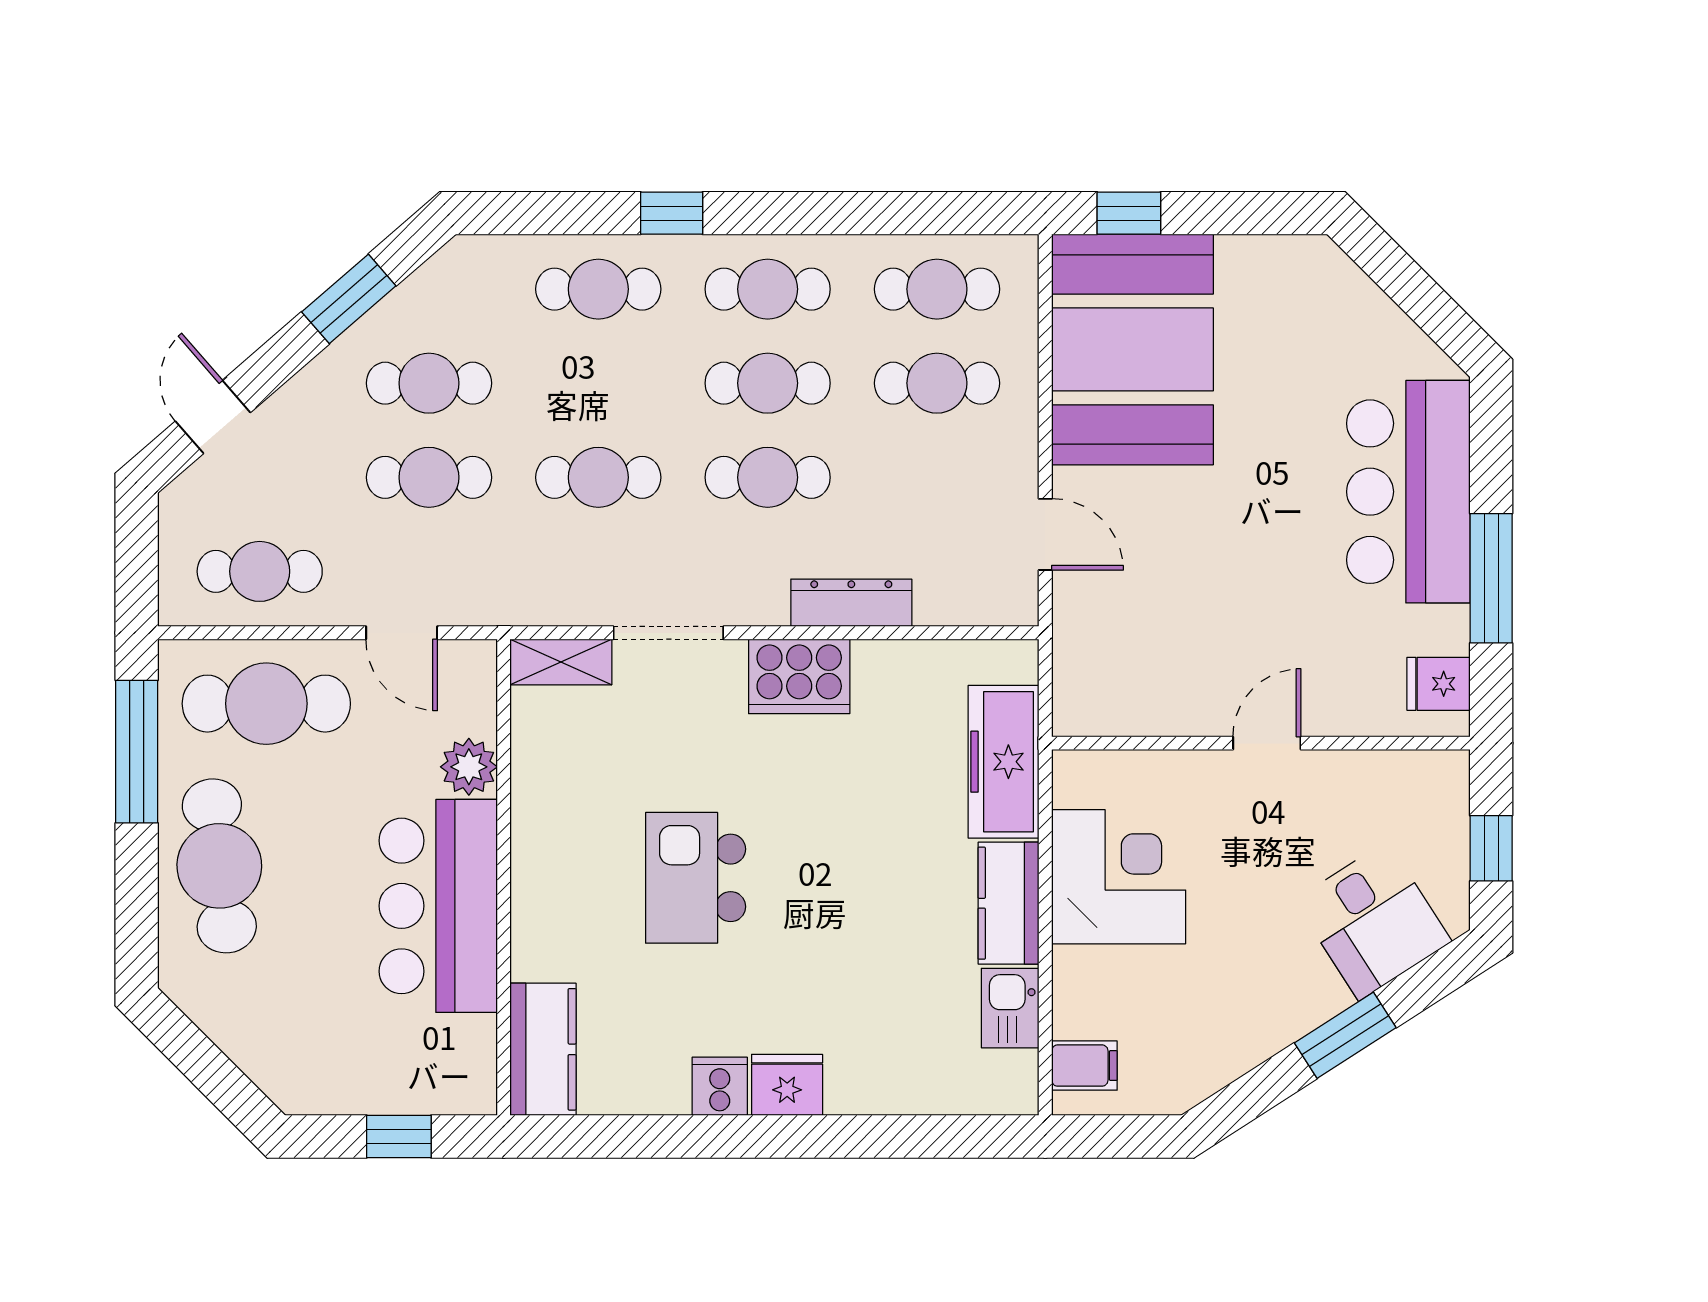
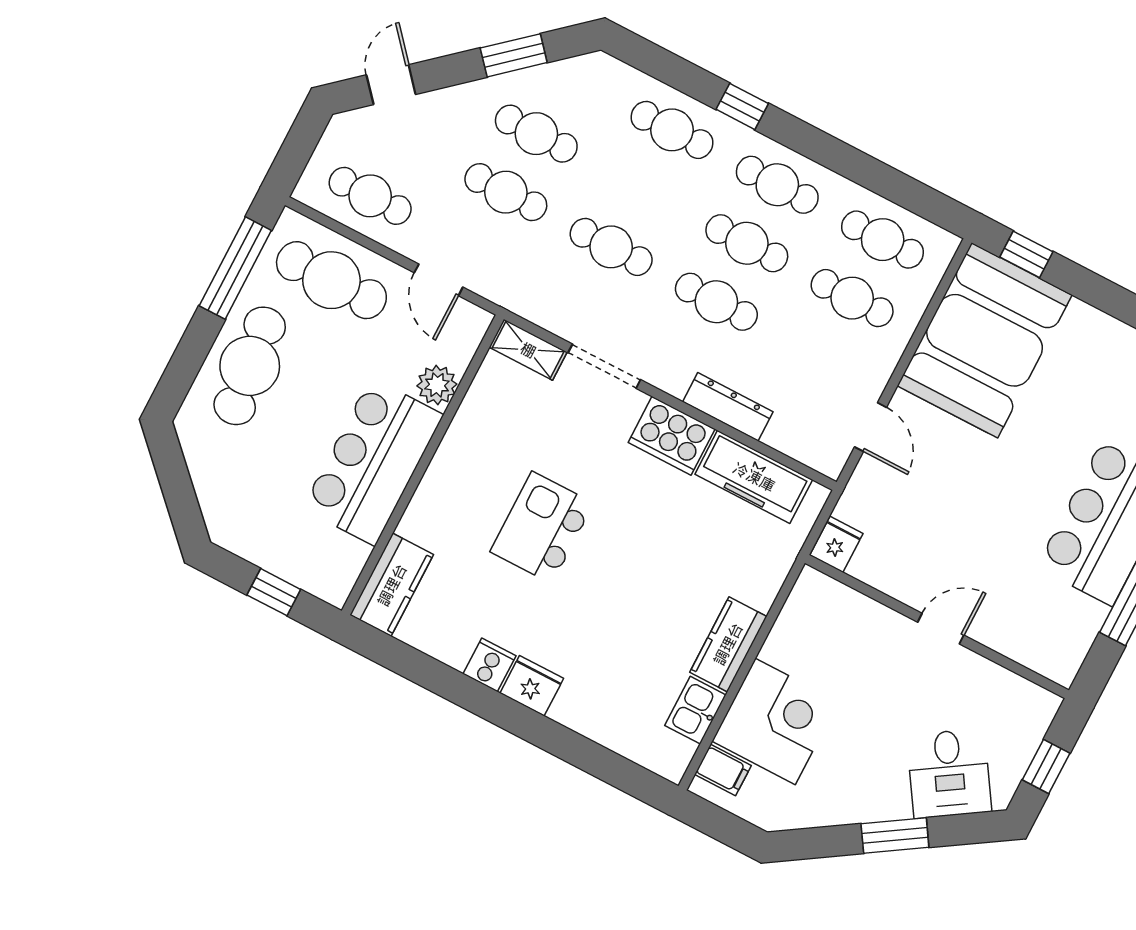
fridge: (1439, 684) -> (836, 544), moved, turned 90
freezer: (1004, 762) -> (754, 477), moved, turned -90
corner desk: (1119, 877) -> (775, 721), moved

